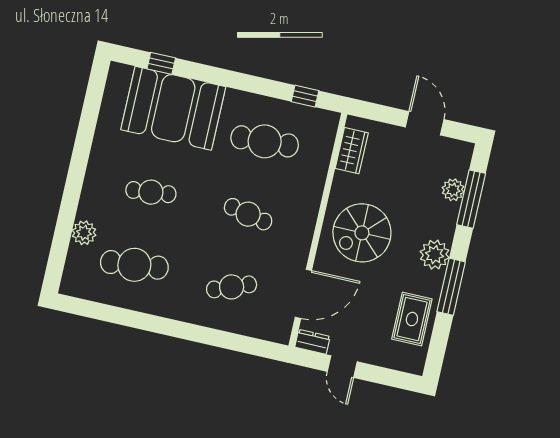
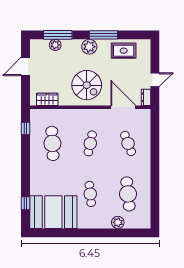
booth: (173, 108) -> (53, 212), moved, turned 90

